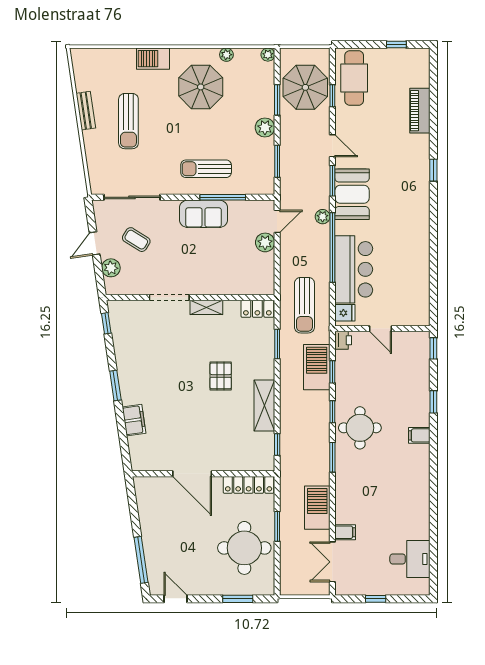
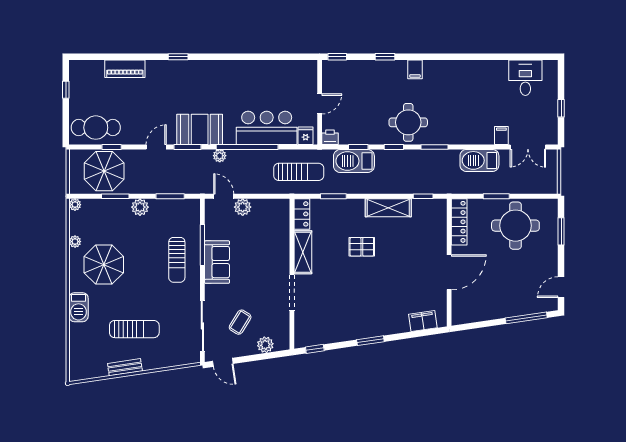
door: (95, 243) -> (223, 362), moved
shelving: (206, 307) -> (303, 252), width x1.50, depth x1.33
filing cabinet: (134, 420) -> (423, 321), moved

